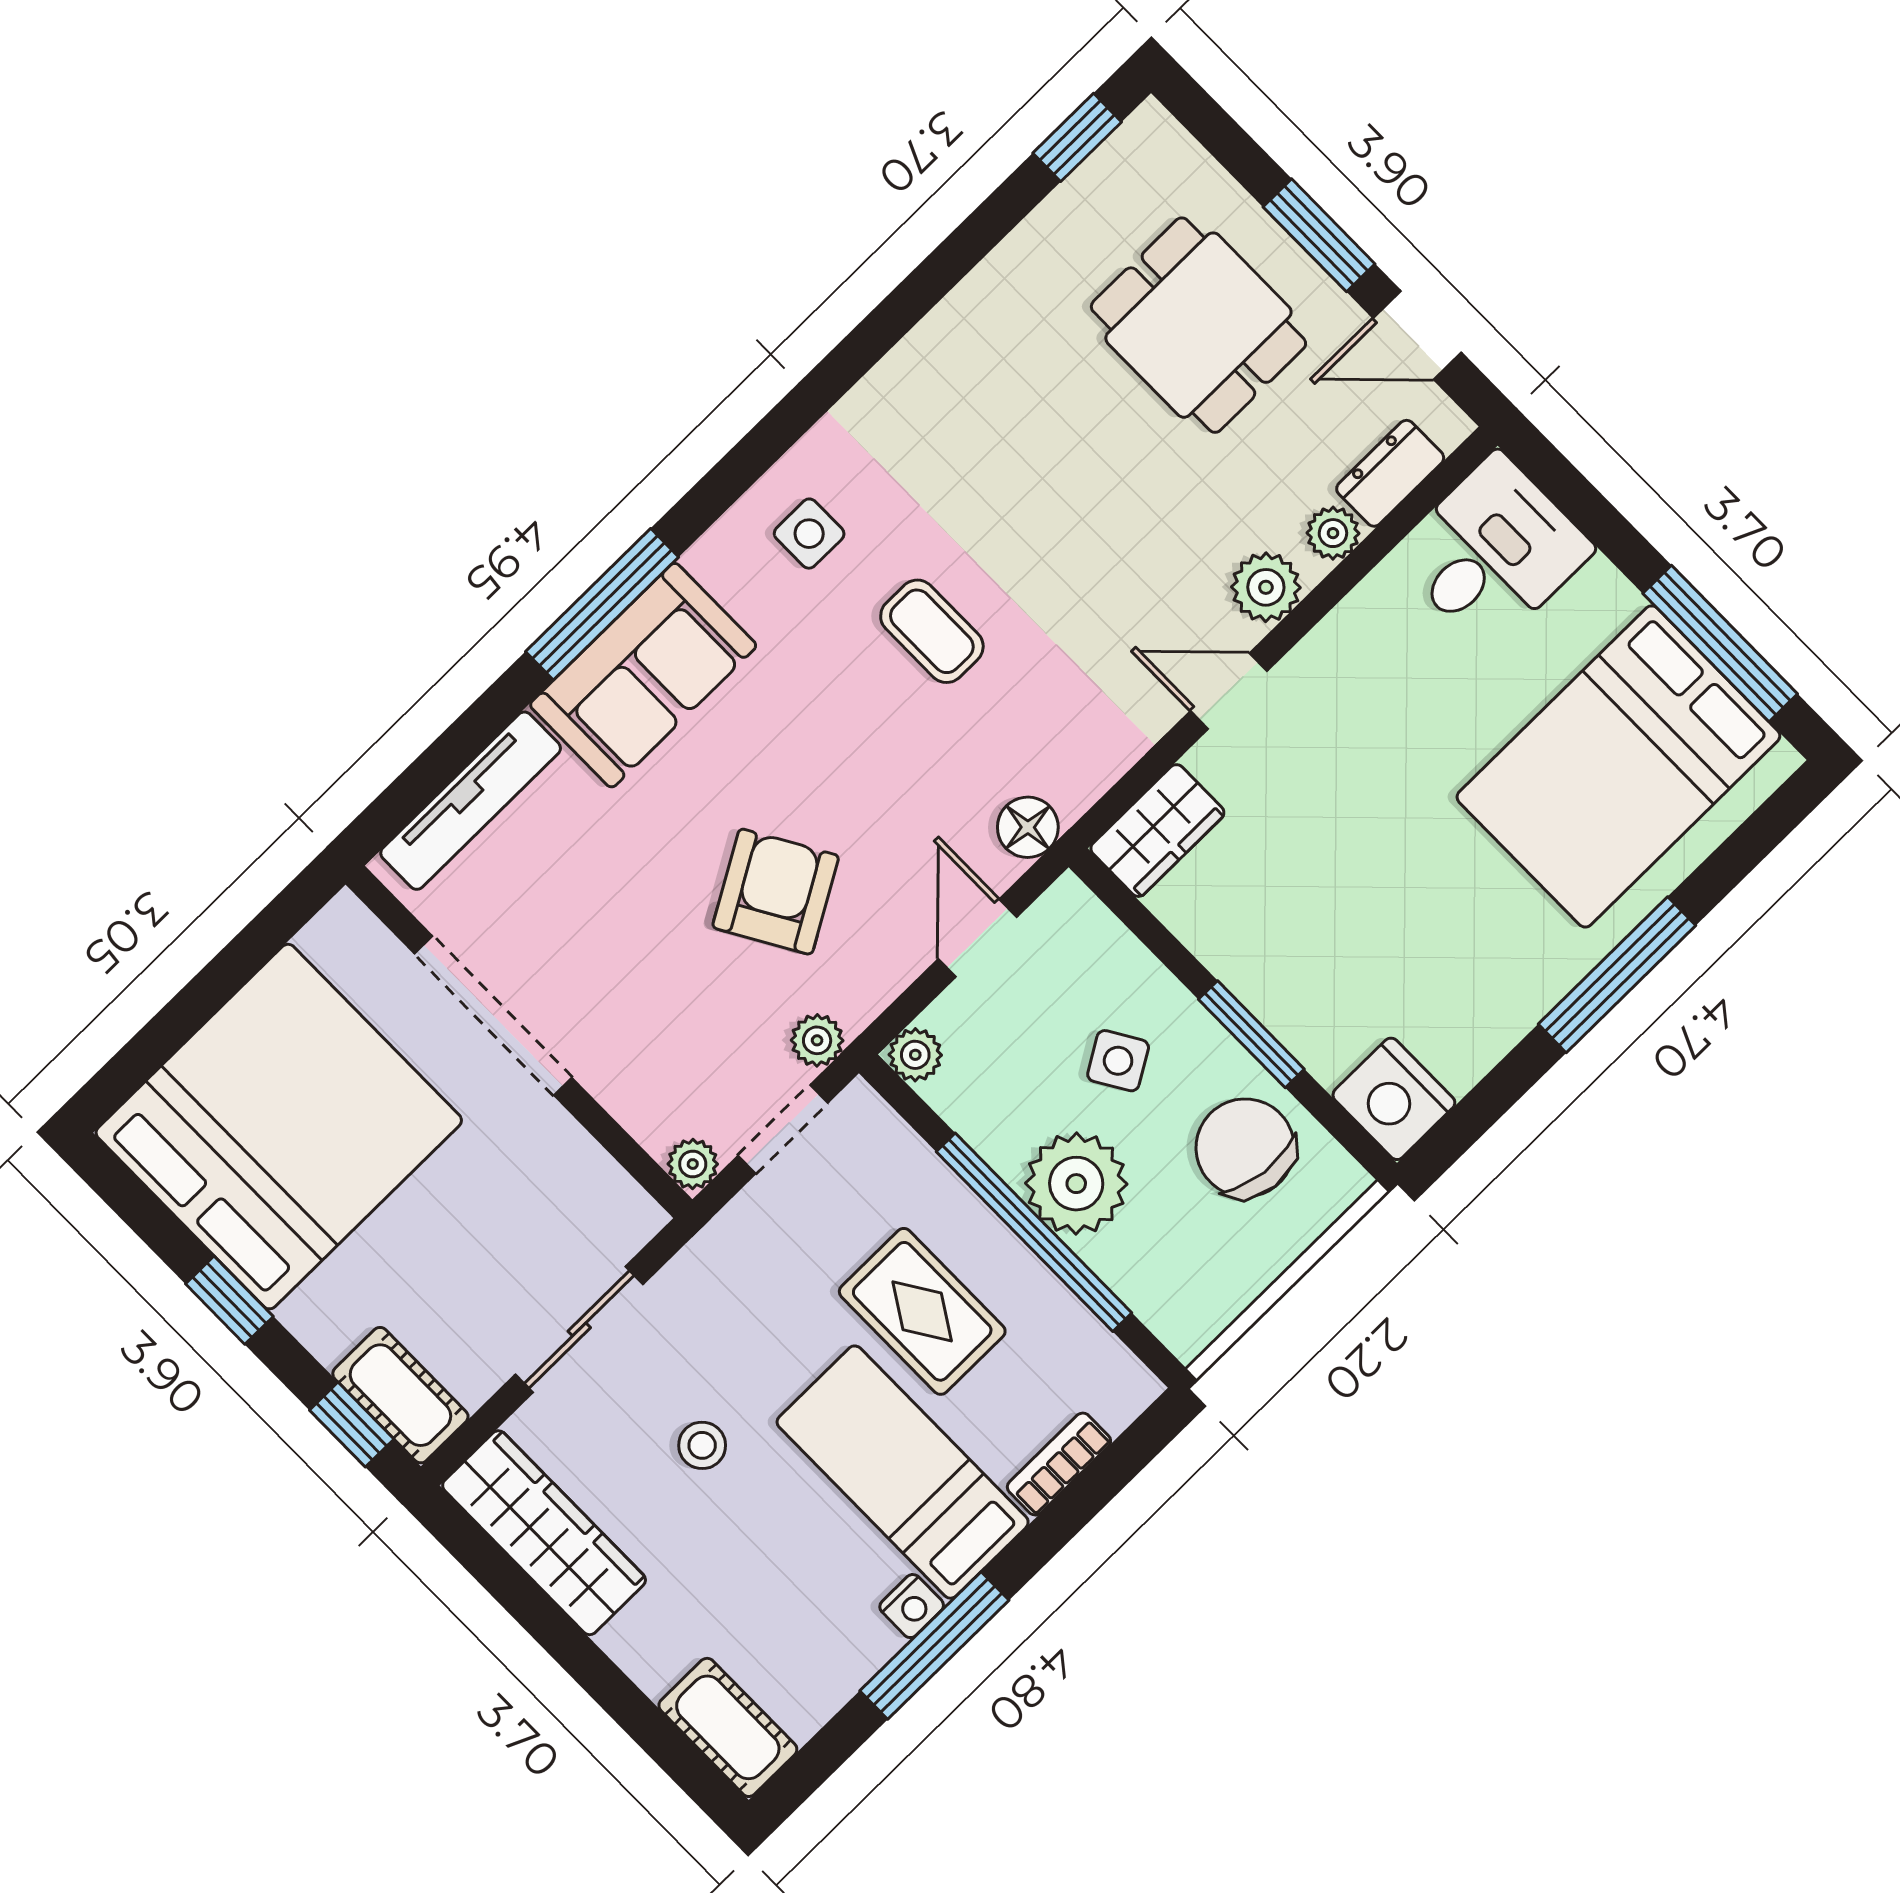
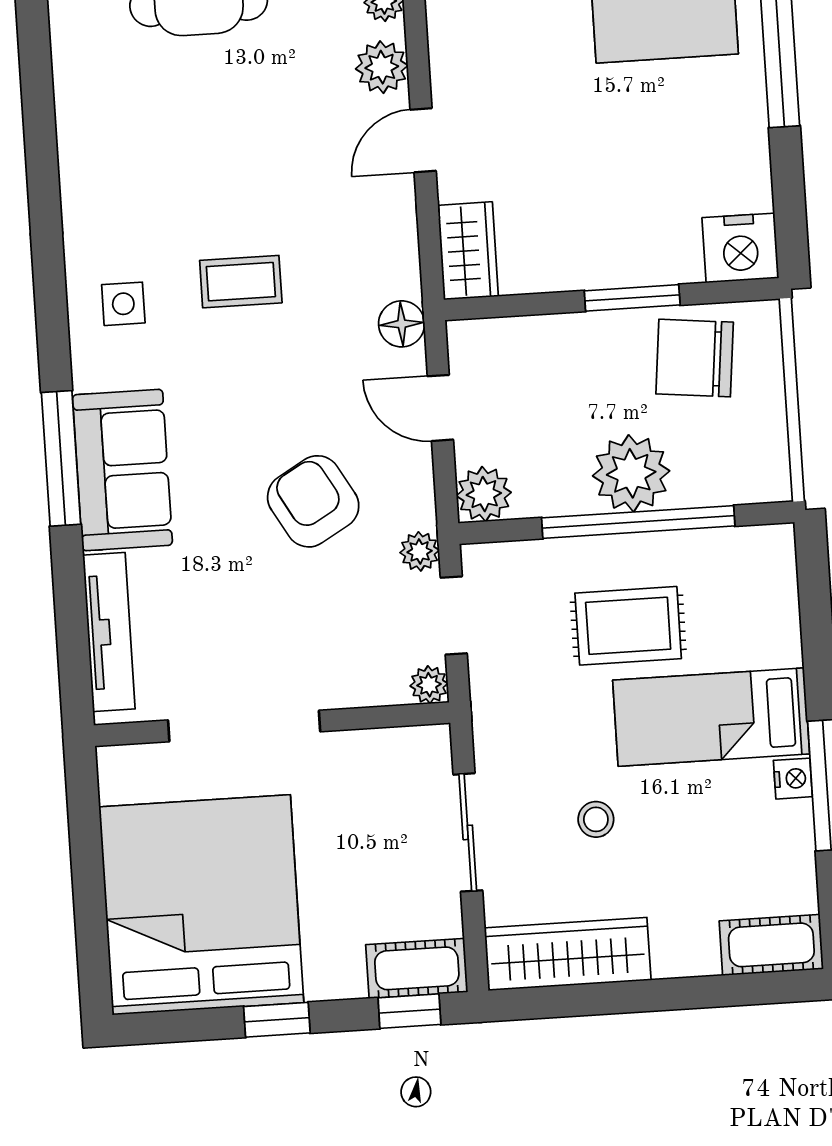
plant: (915, 1055) -> (484, 494), width x1.38, depth x1.38
side table: (1118, 1061) -> (581, 388), removed
bookcase: (1059, 1464) -> (784, 623), removed

